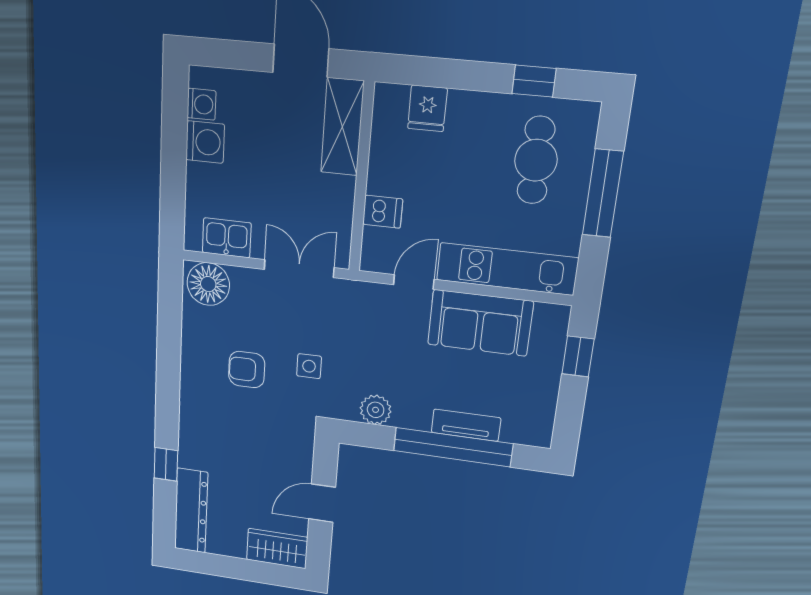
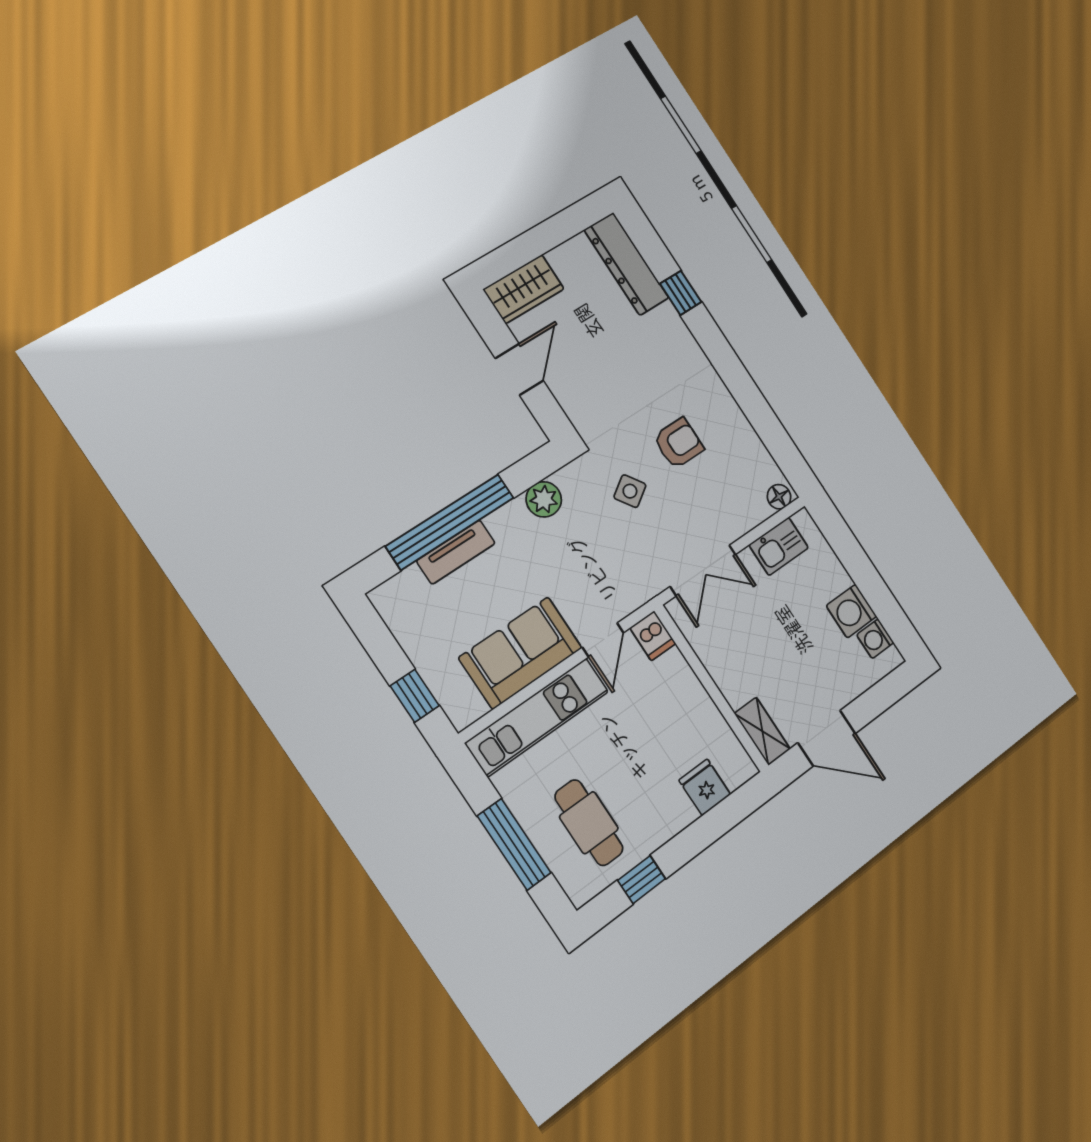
shelving: (342, 127) -> (762, 731), width x0.67, depth x0.75
dishwasher: (383, 212) -> (653, 636), moved, turned -90
floor lamp: (208, 284) -> (779, 497), width x0.53, depth x0.53
side table: (309, 366) -> (630, 491), turned -34

